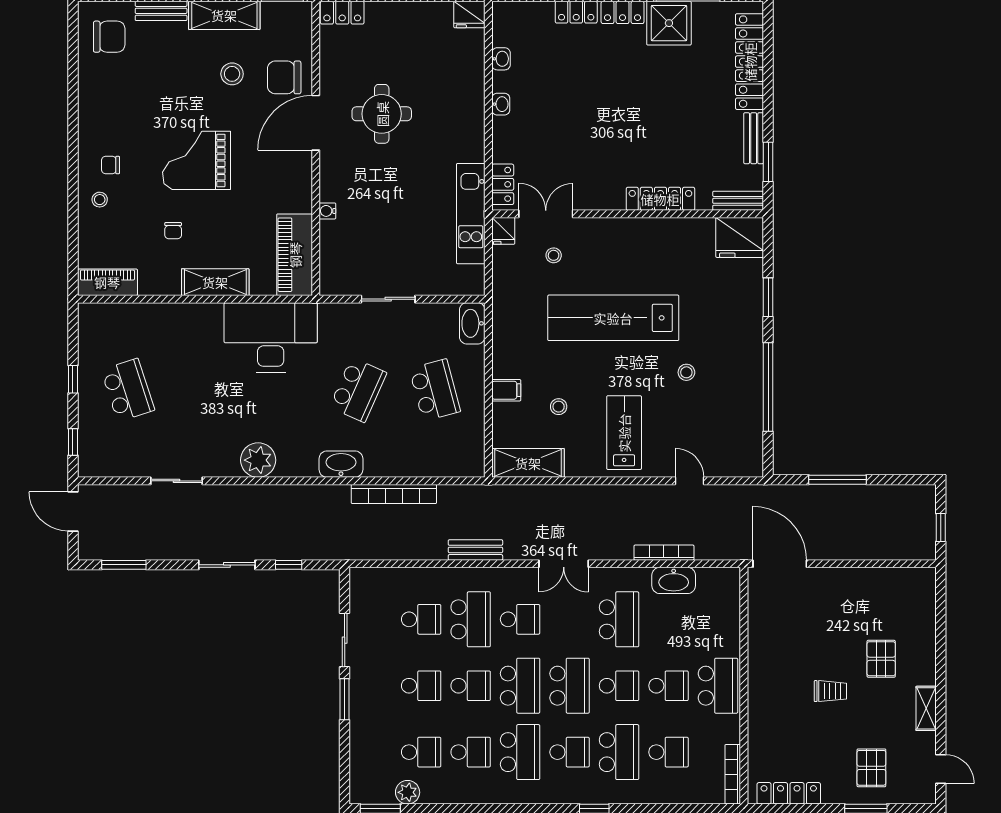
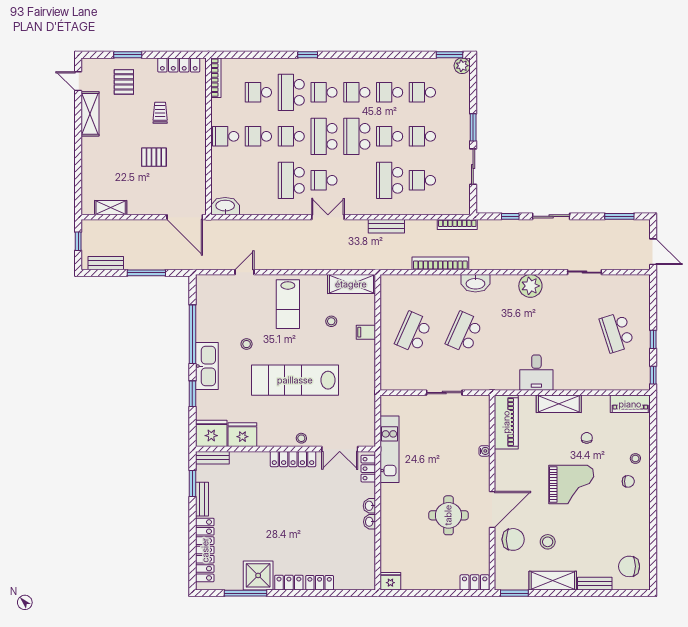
washbasin: (501, 59) -> (369, 506), moved
locker: (660, 199) -> (293, 459), moved
fridge: (503, 231) -> (242, 435), moved, width x1.88, depth x1.34
stool: (554, 255) -> (301, 438), moved
lab bench: (613, 318) -> (295, 380), turned 180
washbasin: (472, 323) -> (388, 376), removed
desk: (271, 337) -> (536, 373), width x0.53, depth x0.77
kitchen sink: (746, 339) -> (207, 366), added
school desk: (435, 390) -> (413, 332), turned 39
window: (73, 442) -> (653, 375), moved
door: (690, 481) -> (244, 272), swing flipped
bench: (899, 495) -> (106, 263), added
bookcase: (664, 553) -> (457, 225), moved
shelving: (891, 578) -> (111, 208), added
washbasin: (674, 580) -> (225, 206), moved
school desk: (520, 619) -> (324, 180), moved
pallet: (881, 659) -> (154, 157), moved, turned 90
school desk: (718, 686) -> (226, 136), width x0.54
trolley: (830, 691) -> (160, 113), moved, turned 90
shelving: (926, 708) -> (90, 114), width x1.50, depth x1.33
school desk: (520, 752) -> (357, 92), width x0.54
plant: (408, 792) -> (462, 66), moved

